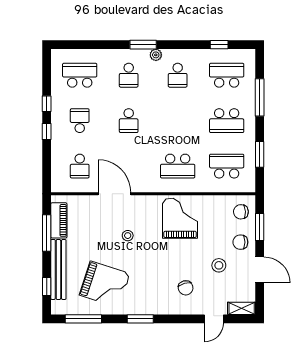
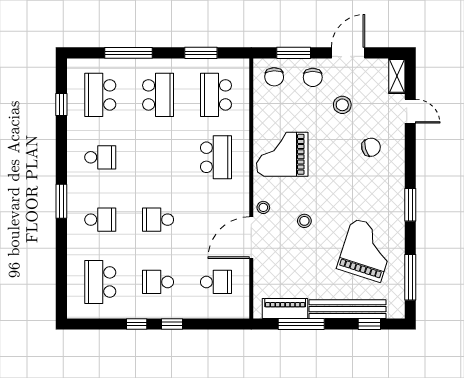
plant: (156, 55) -> (74, 185), removed
school desk: (129, 121) -> (158, 220), turned 180
stool: (138, 203) -> (263, 207), added

